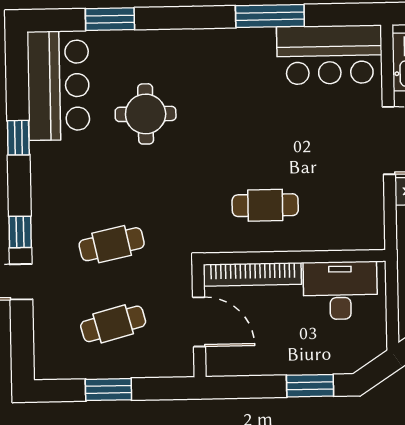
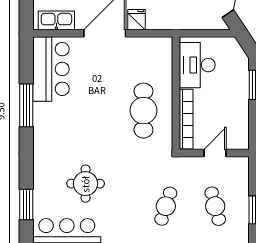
cafe table: (265, 205) -> (143, 111), width x1.37, depth x1.35
cafe table: (112, 244) -> (166, 206), turned 30
door: (199, 322) -> (215, 153), width x0.73

